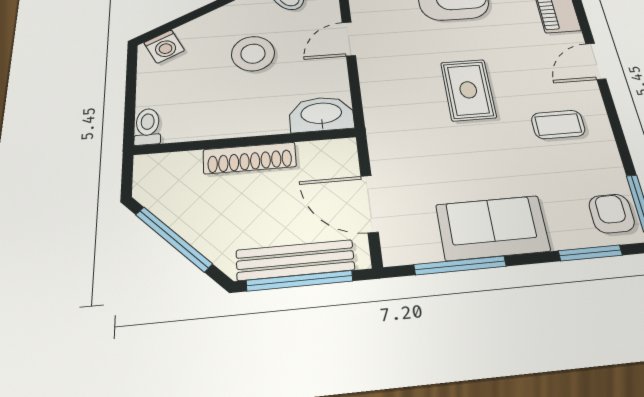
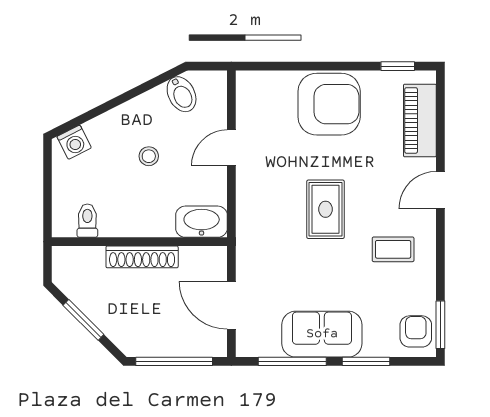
stool: (253, 54) -> (149, 156), width x0.53, depth x0.53
toilet: (148, 127) -> (87, 221), moved
window: (174, 239) -> (83, 320), width x0.69
window: (590, 253) -> (366, 361), moved
bench: (295, 260) -> (172, 345), removed

